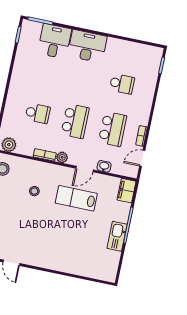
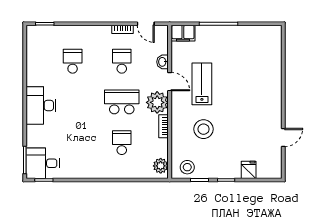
desk: (55, 41) -> (43, 163), moved
school desk: (112, 129) -> (122, 61), width x0.54
plant: (62, 157) -> (157, 102), width x1.88, depth x1.88
stool: (34, 191) -> (204, 129), width x1.89, depth x1.89
lab bench: (76, 198) -> (202, 84), turned 180
kitchen sink: (117, 236) -> (233, 33), removed

